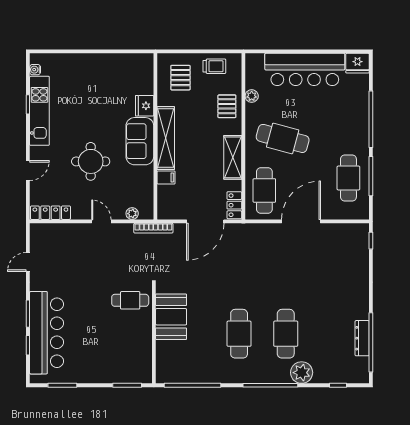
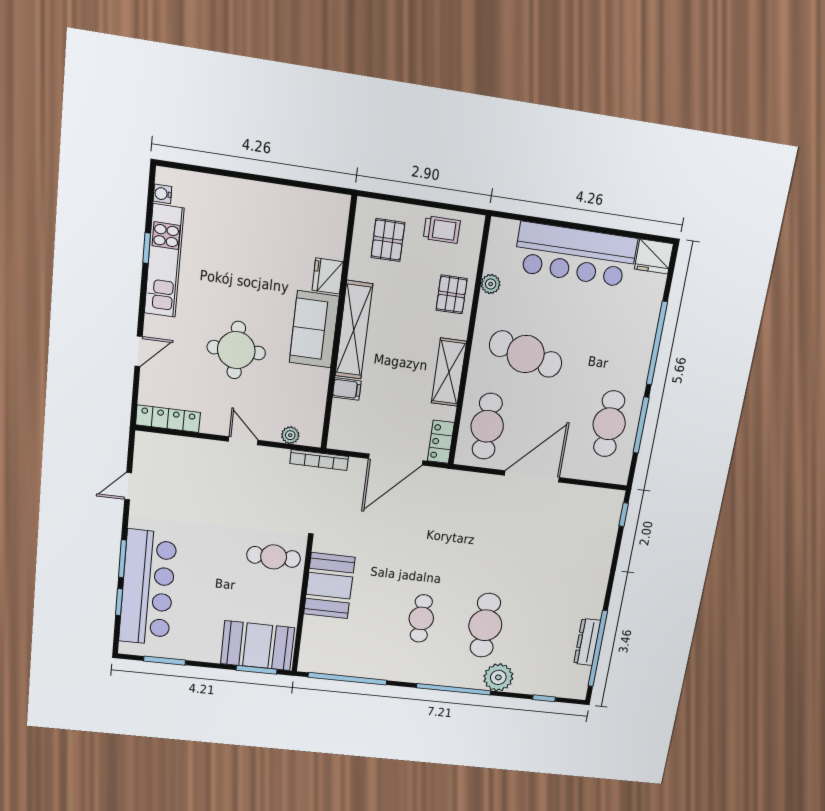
cafe table: (239, 334) -> (421, 618), width x0.73, depth x0.74
booth: (126, 367) -> (258, 646), added

